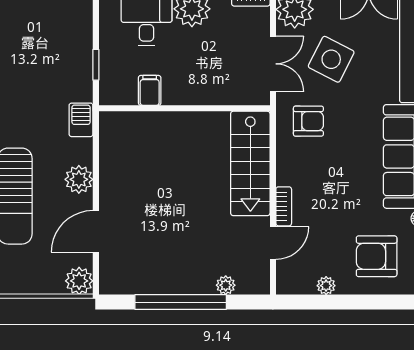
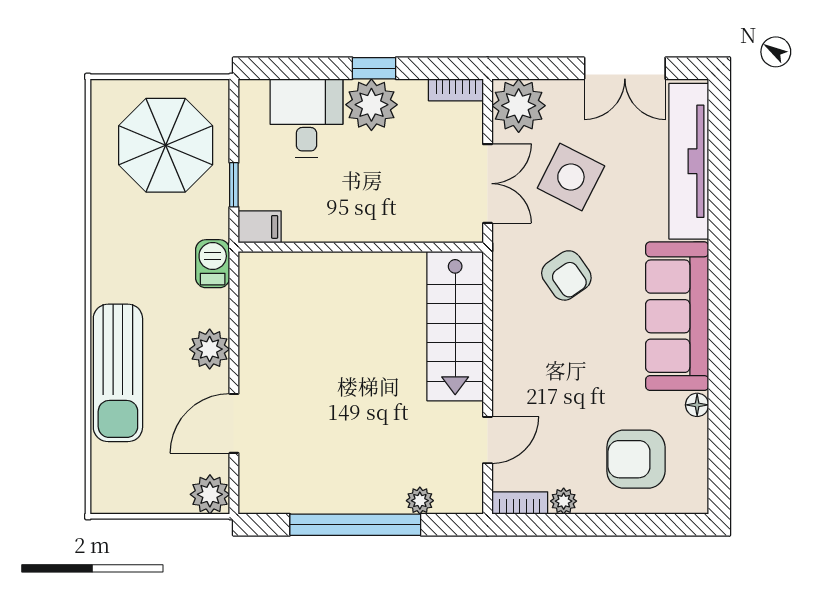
parasol: (48, 37) -> (166, 145), added
filing cabinet: (150, 90) -> (260, 227), moved, turned 90
armchair: (308, 121) -> (566, 275), moved, turned 55
bookcase: (284, 206) -> (520, 503), moved, turned -90

